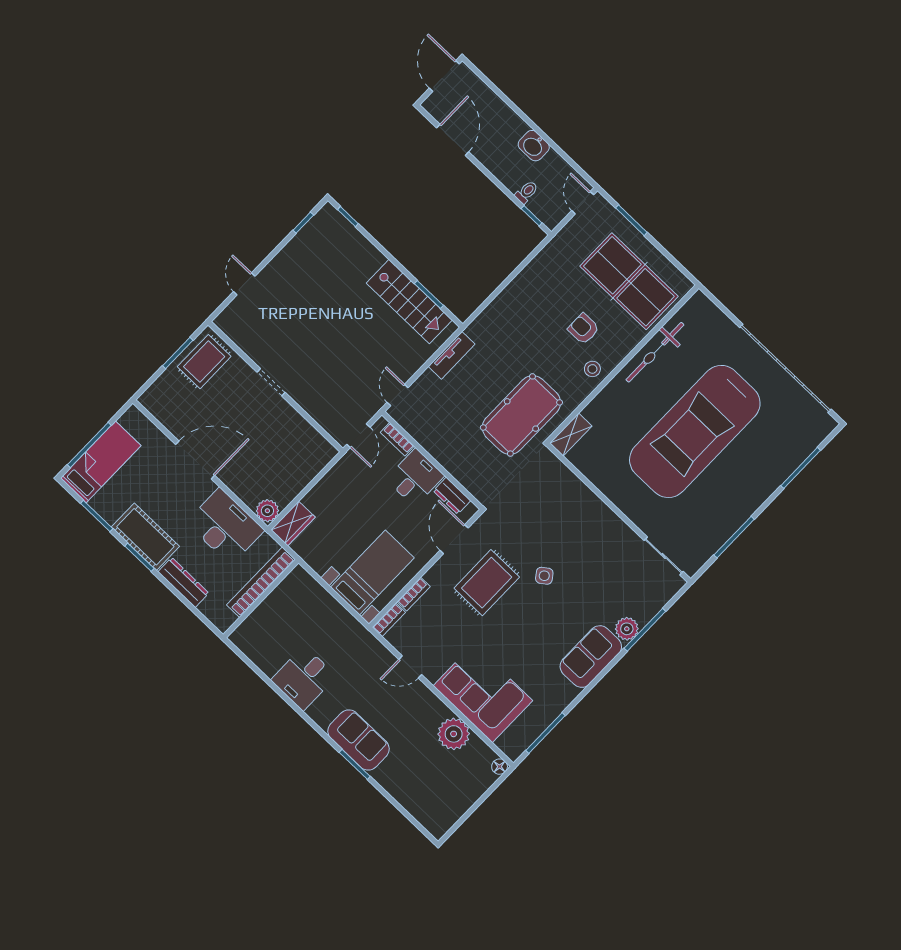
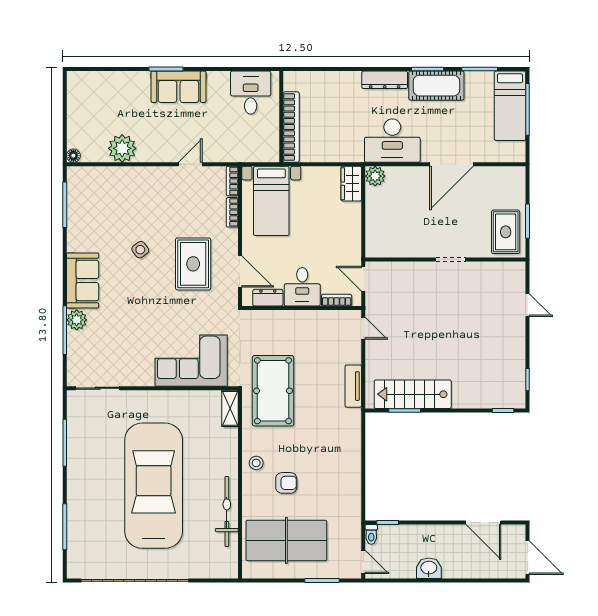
toilet: (526, 192) -> (371, 534), moved
side table: (544, 576) -> (140, 250), moved
bookcase: (261, 582) -> (291, 127), moved
wall: (261, 599) -> (281, 117), moved
corner sofa: (483, 693) -> (191, 361), moved, turned 180

